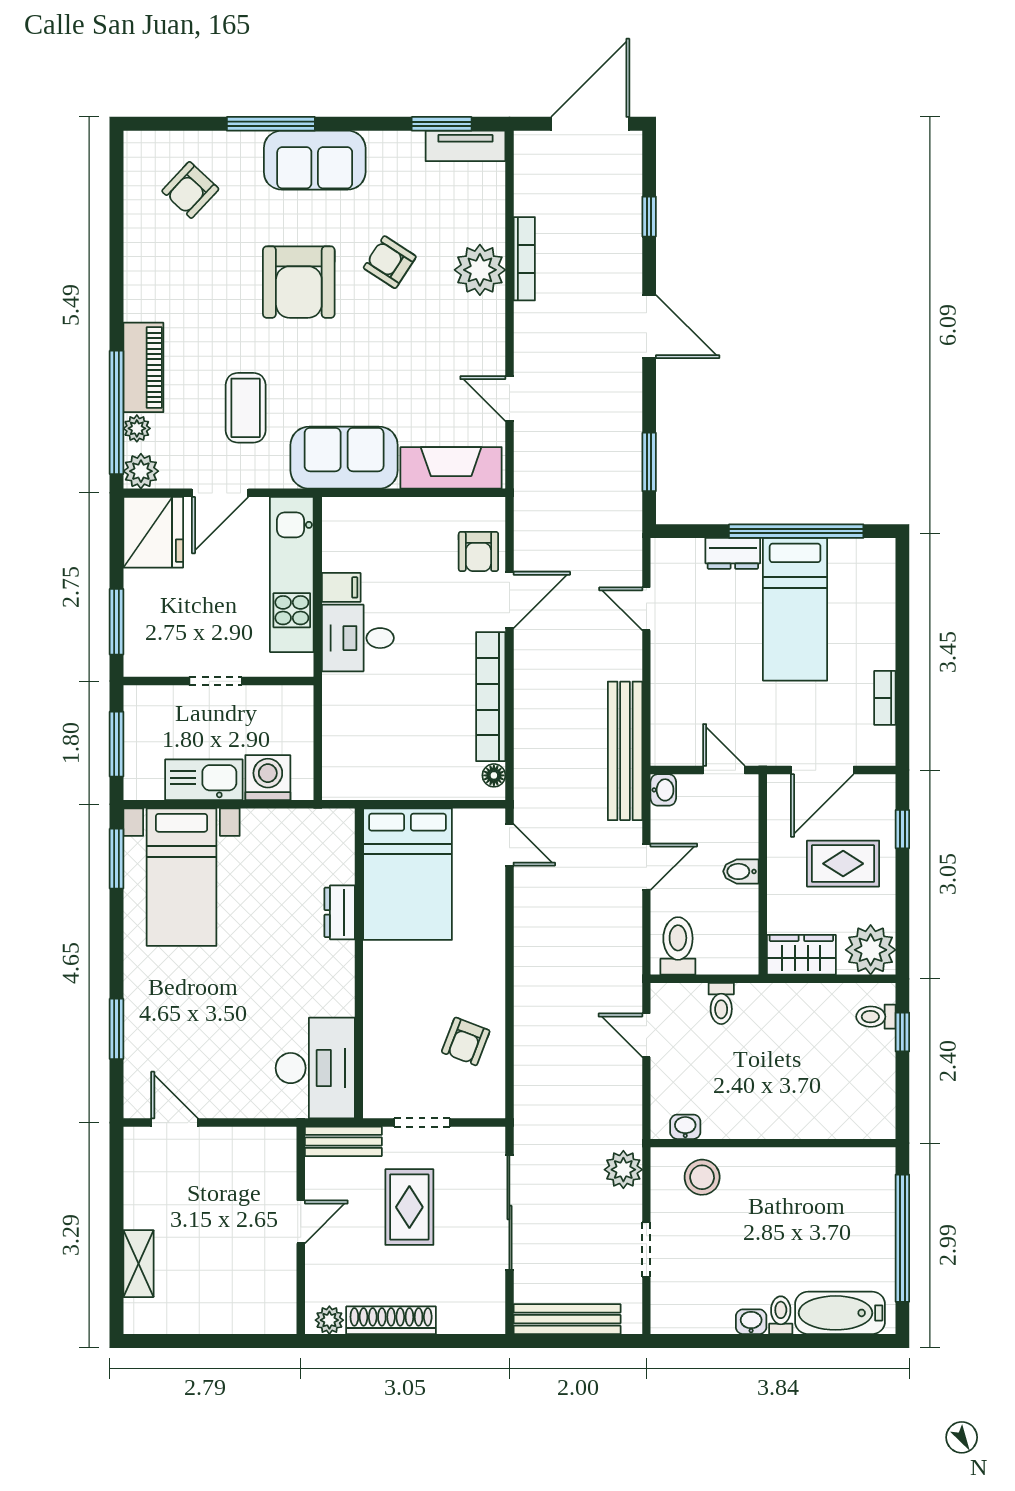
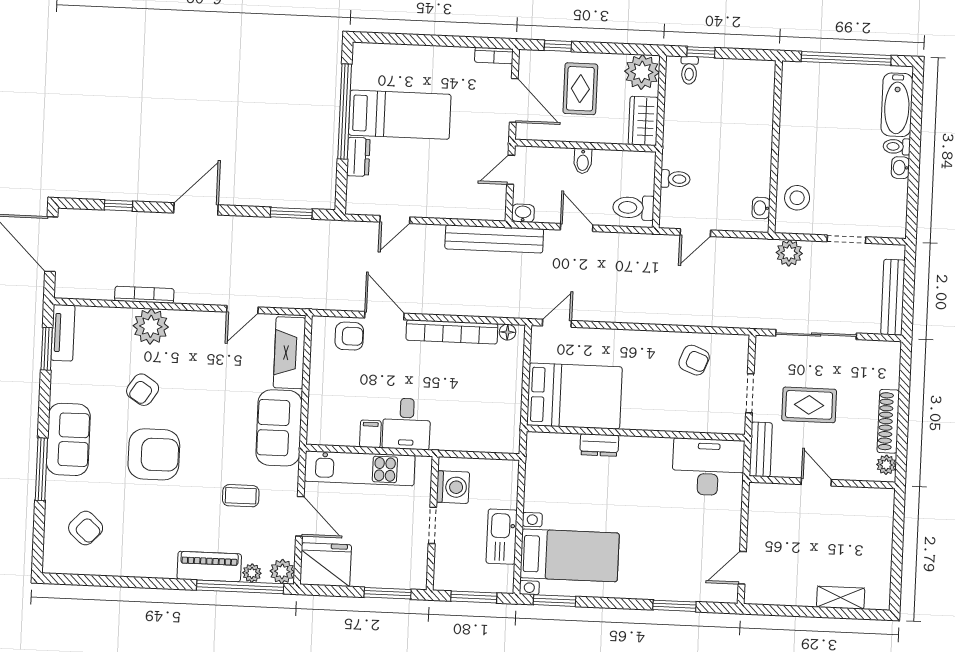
coffee table: (246, 408) -> (241, 496), width x0.73, depth x0.77
bookcase: (885, 698) -> (494, 55), moved
washing machine: (268, 778) -> (453, 487), moved, turned 180

